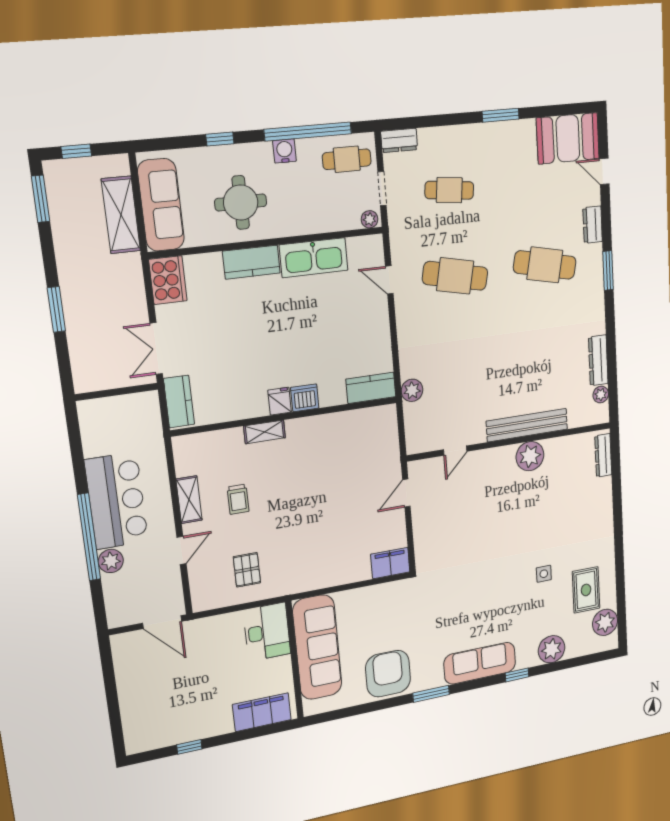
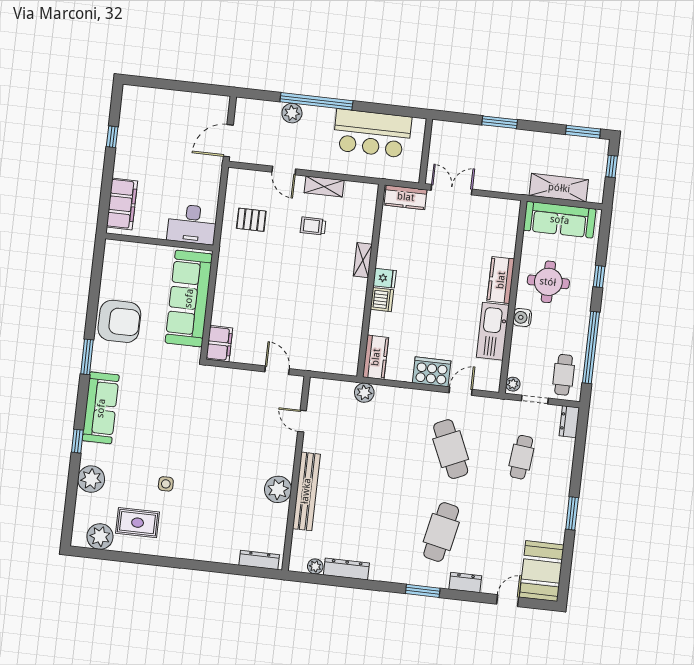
water cooler: (285, 151) -> (522, 317), moved, turned 180
cafe table: (455, 276) -> (451, 449), turned -36
cooker: (168, 280) -> (432, 372), moved, turned 180
bar counter: (116, 501) -> (372, 133), moved
sofa: (317, 647) -> (189, 298), moved, turned 90

